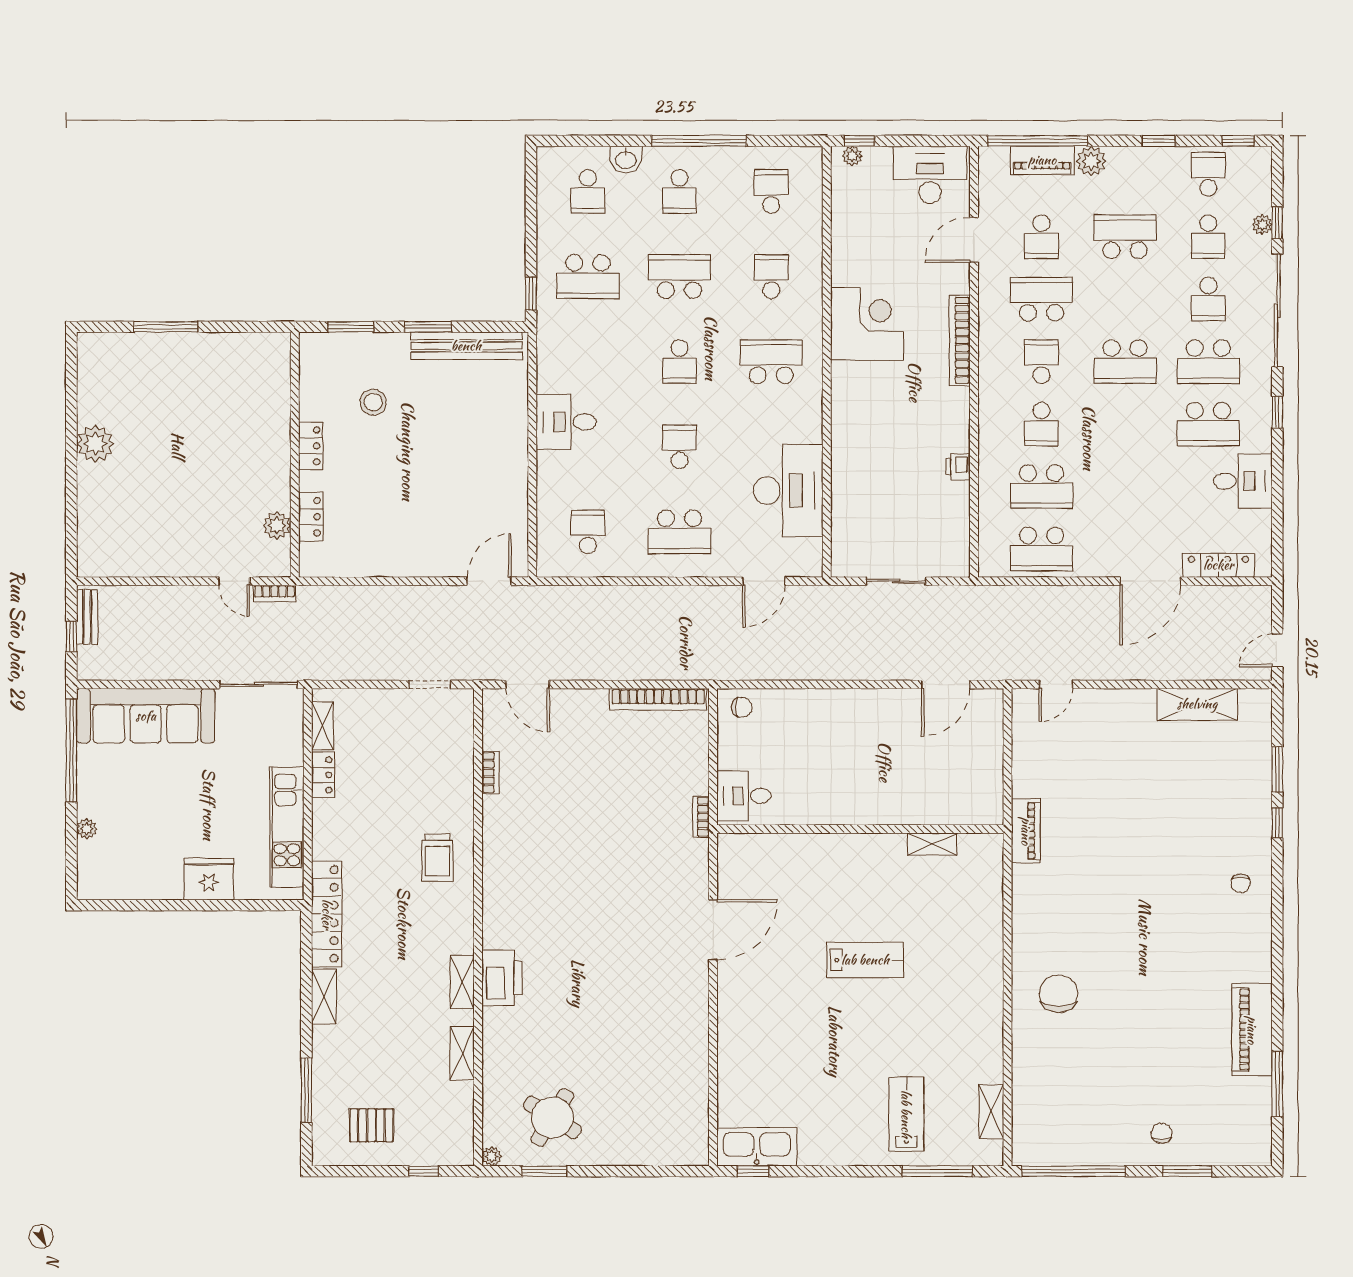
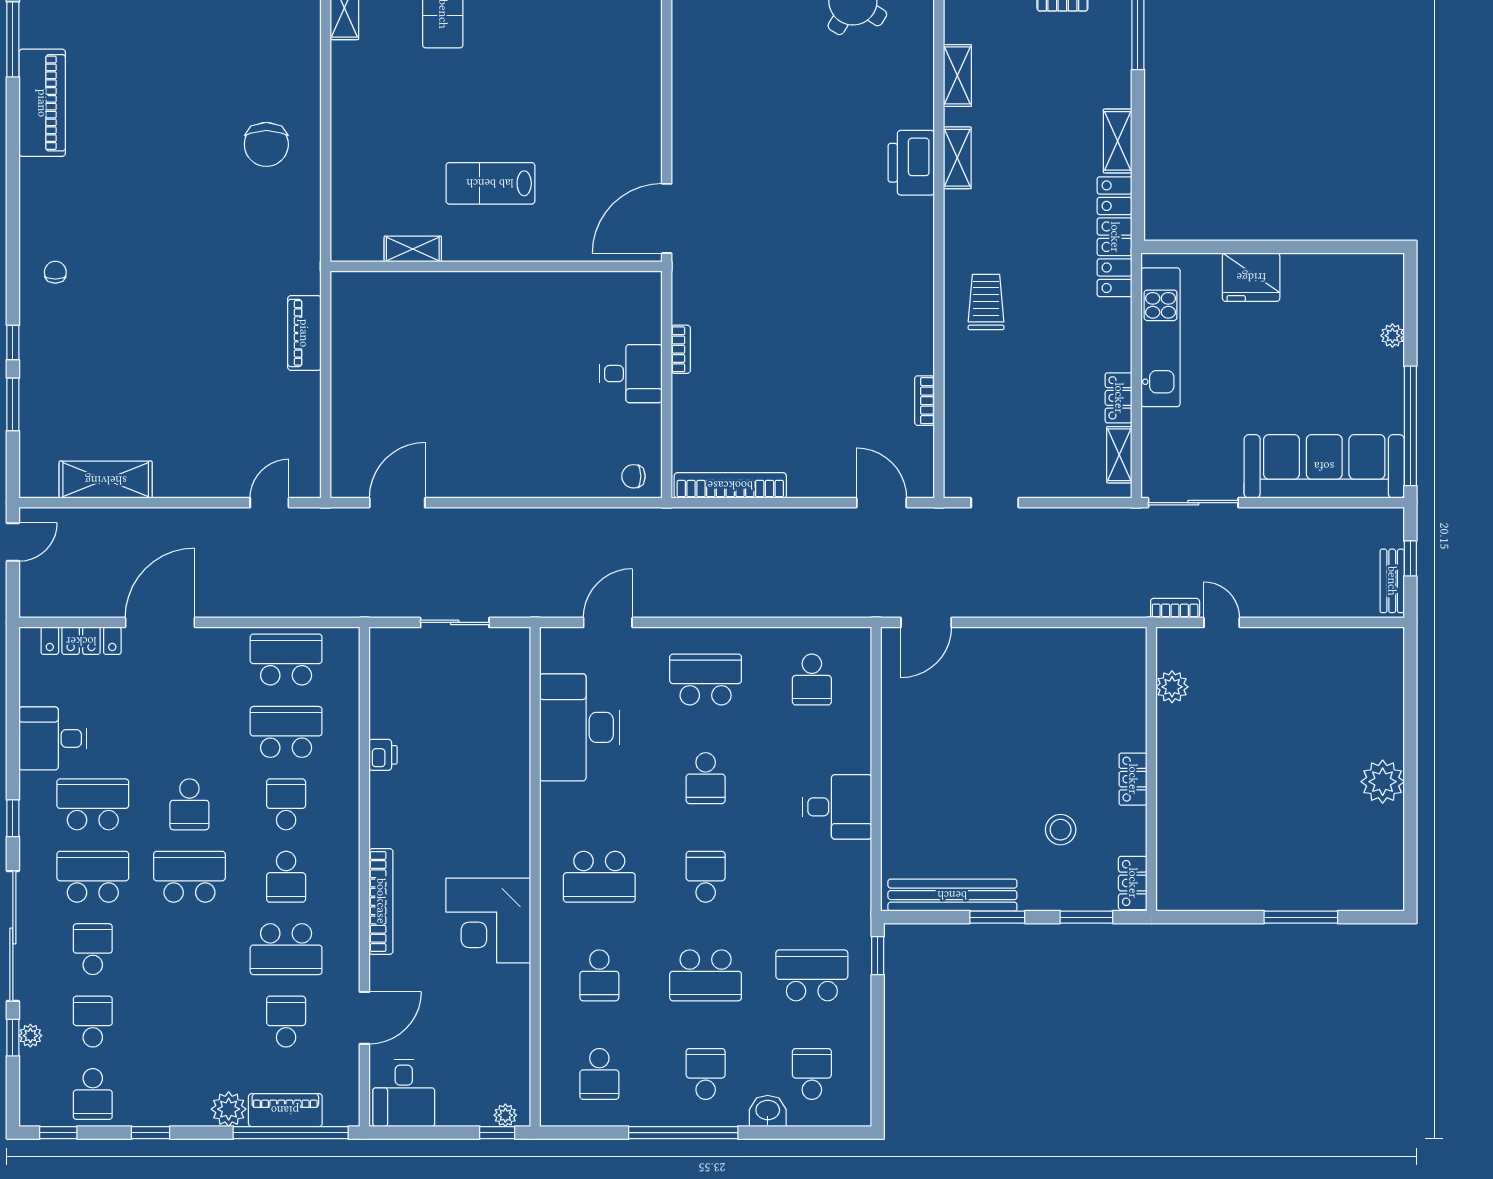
desk: (930, 175) -> (404, 1093), width x0.73
school desk: (1125, 237) -> (189, 804), moved, width x0.54
locker: (311, 517) -> (1133, 883), moved
wall: (860, 829) -> (496, 266), moved
shelving: (932, 844) -> (413, 249), moved

